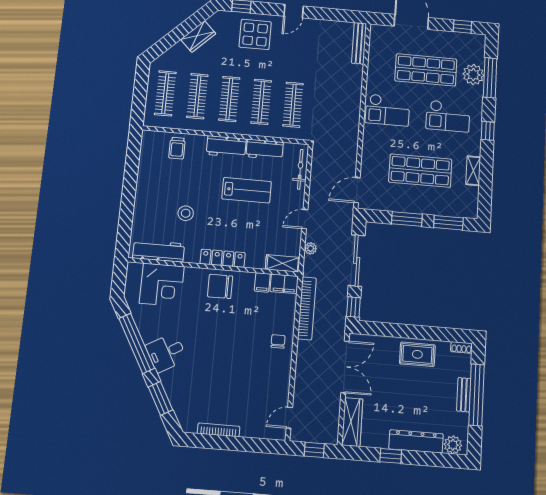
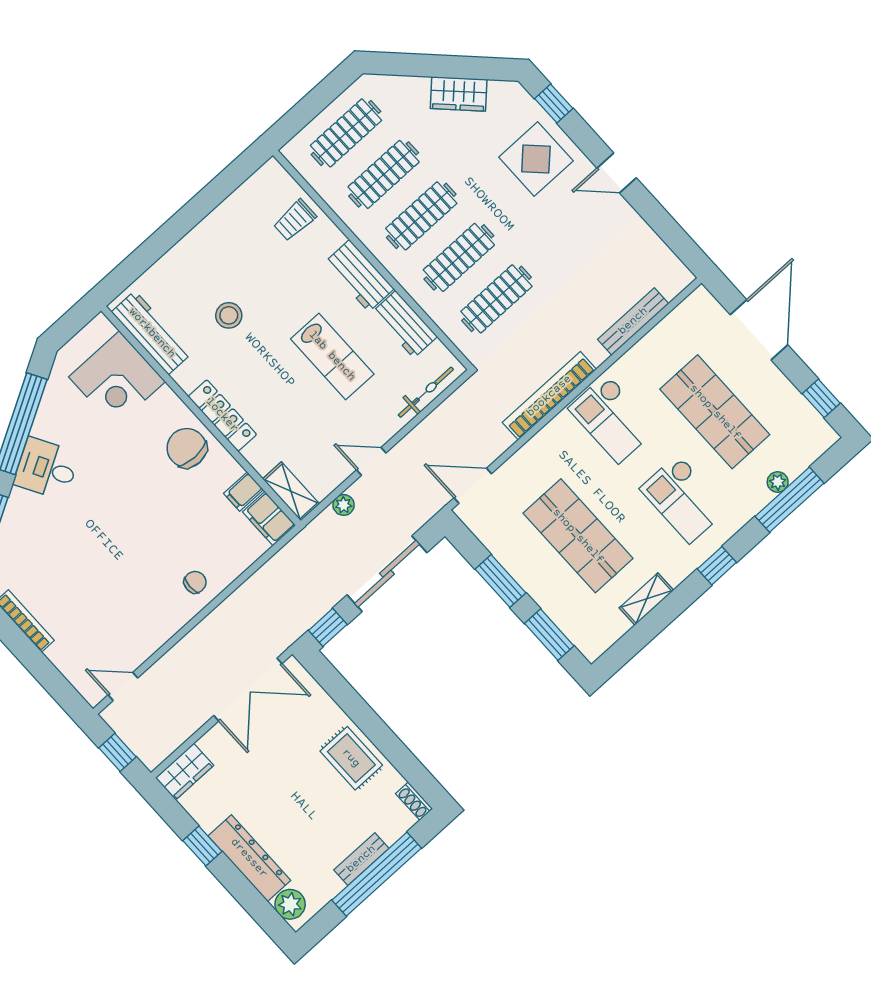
bench: (359, 43) -> (633, 321), moved
plant: (473, 75) -> (778, 482), width x0.53, depth x0.53
bookcase: (307, 308) -> (549, 396), moved, turned 180
wardrobe: (352, 422) -> (185, 772), width x0.67

